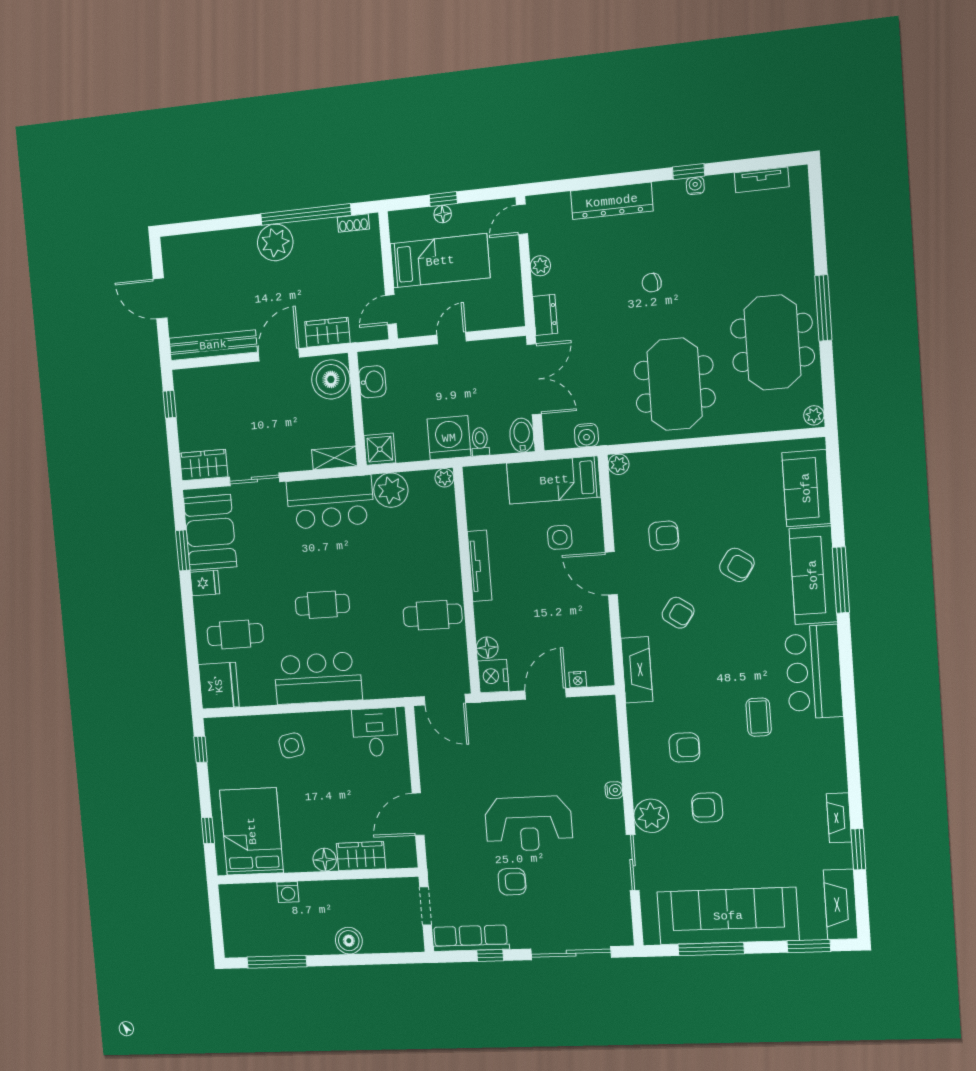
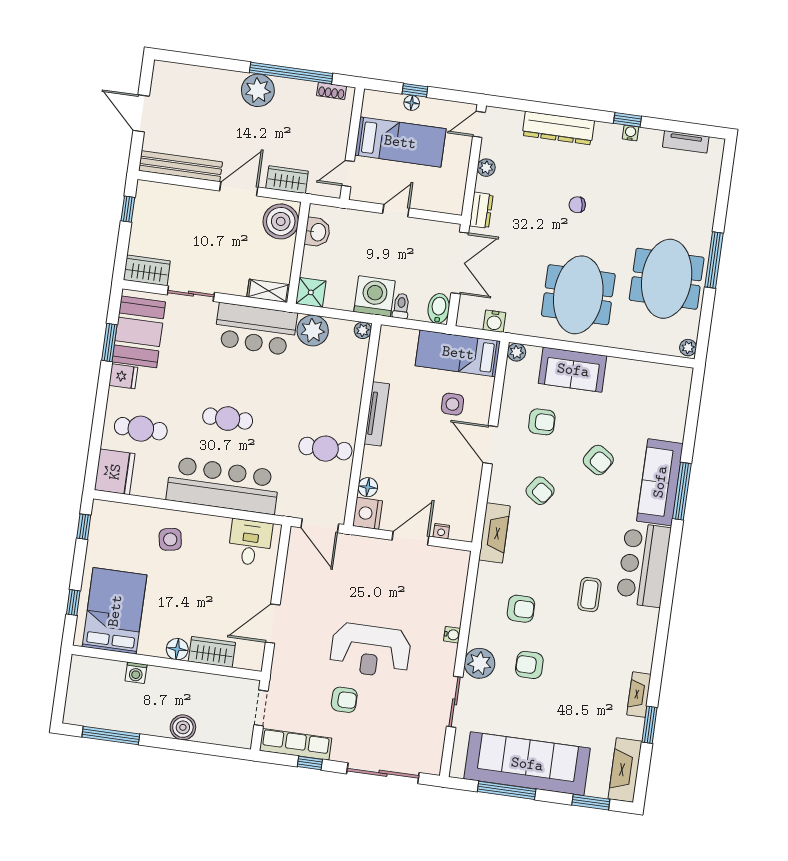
sofa: (806, 488) -> (573, 370), moved, turned -90
bar counter: (318, 678) -> (223, 485), width x1.36

